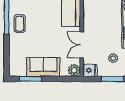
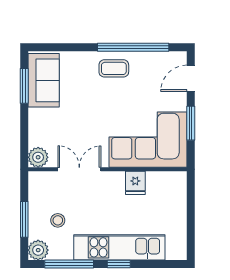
sofa: (43, 67) -> (44, 80), moved
fridge: (90, 70) -> (135, 183), moved

